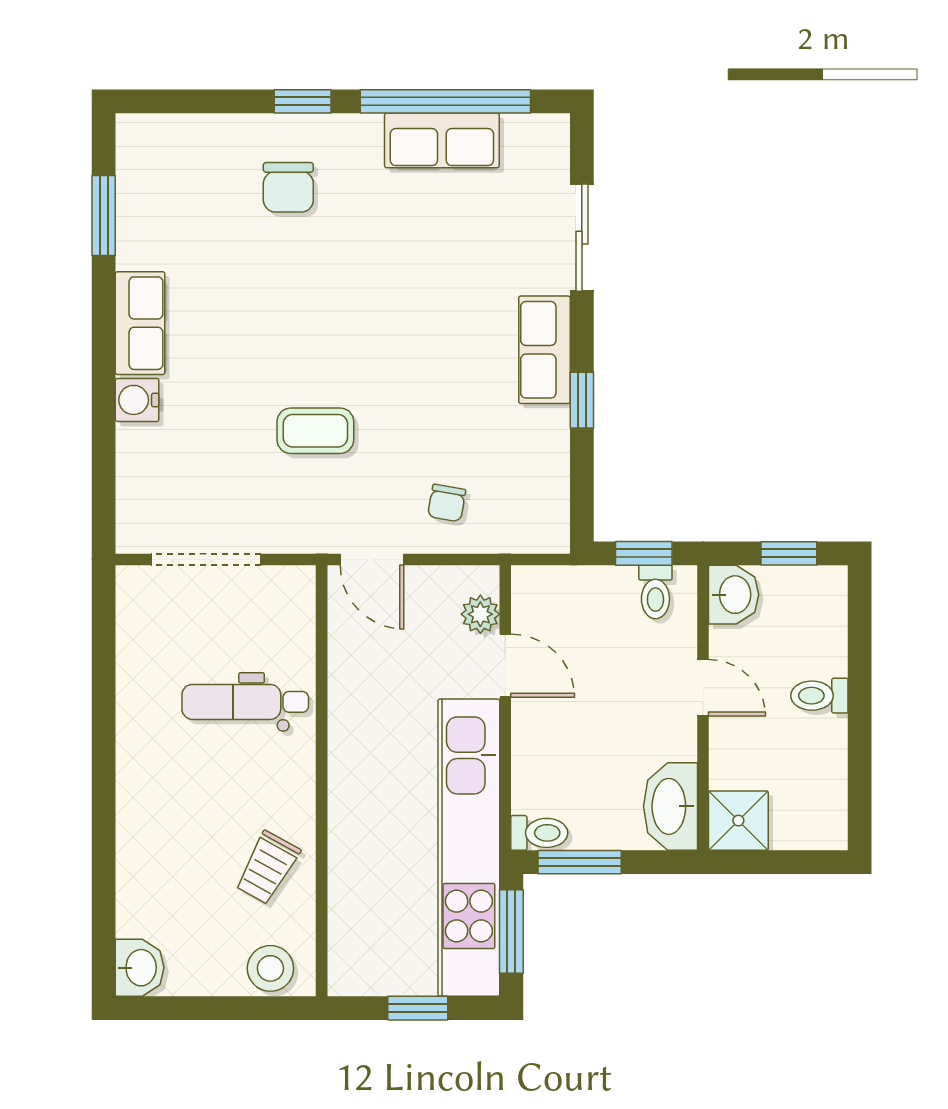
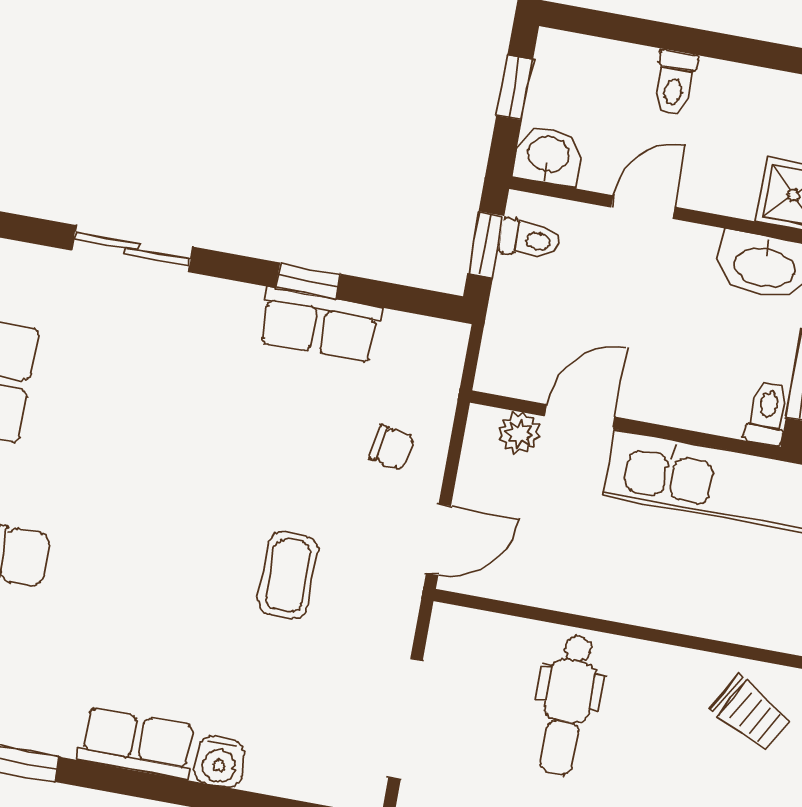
row of seats: (544, 350) -> (319, 325), moved

